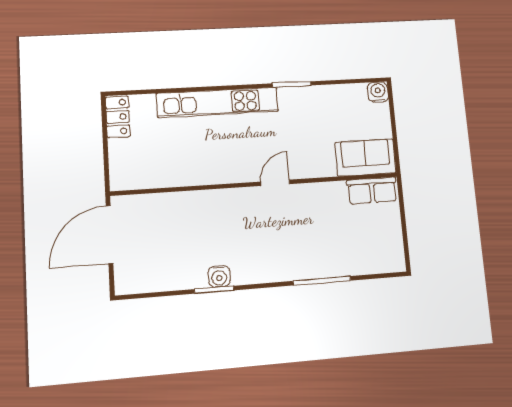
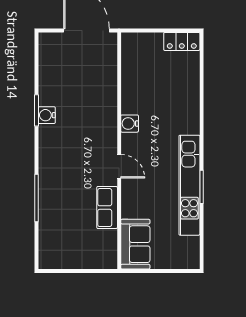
water cooler: (378, 92) -> (130, 124), moved, turned 180
kitchen unit: (218, 102) -> (189, 185), moved
row of seats: (372, 191) -> (107, 208), moved

